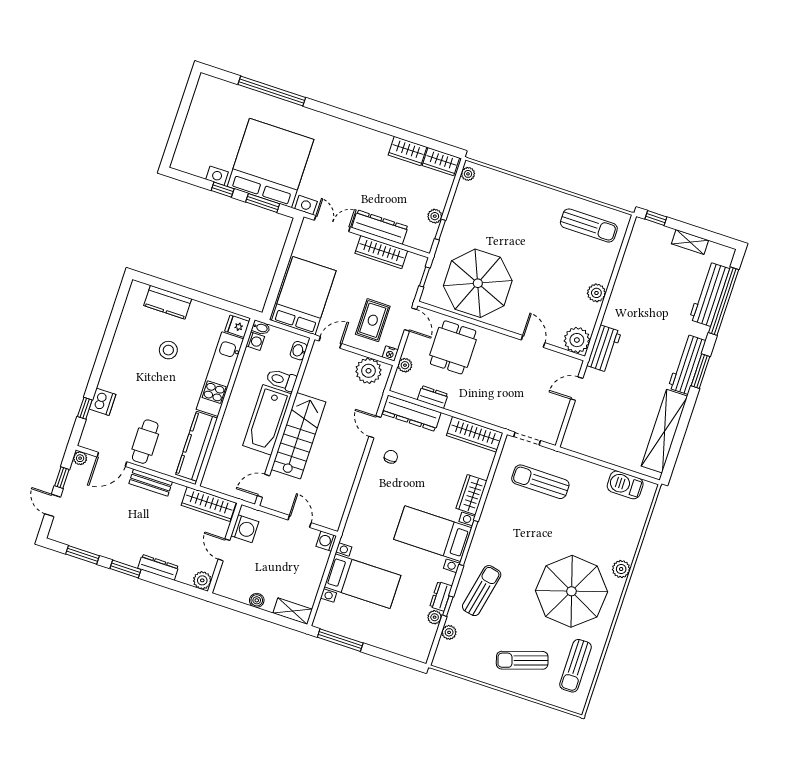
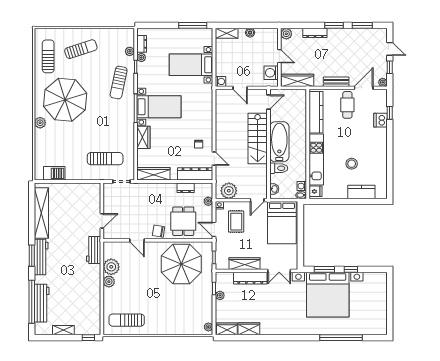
plant: (577, 340) -> (111, 267), moved
chair: (496, 345) -> (159, 231), added
dresser: (441, 596) -> (142, 44), moved

